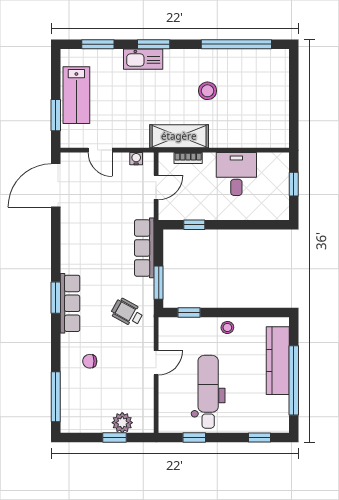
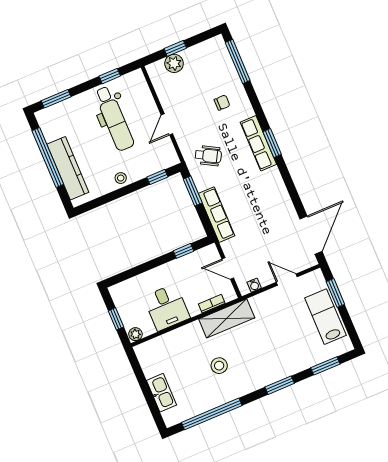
kitchen sink: (143, 59) -> (162, 393), moved, turned 90
plant: (280, 160) -> (135, 334), added
door: (156, 187) -> (228, 268), hinge flipped
window: (259, 438) -> (56, 99), width x1.50

